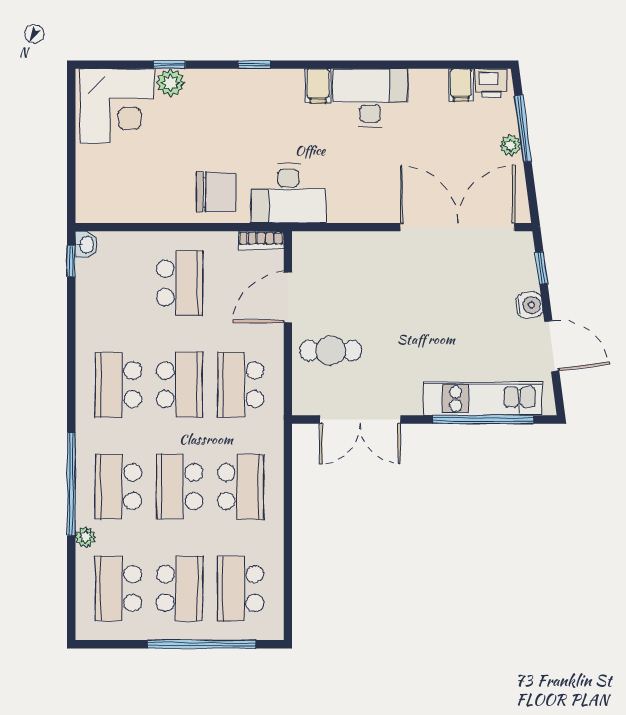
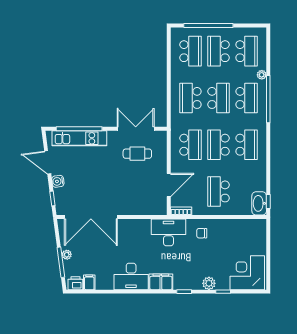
plant: (171, 83) -> (209, 283), moved
filing cabinet: (318, 86) -> (161, 282), width x2.00
chair: (216, 192) -> (202, 233), width x0.54, depth x0.54
washbasin: (86, 245) -> (259, 203), width x1.91, depth x1.45
cafe table: (331, 351) -> (137, 154), moved

